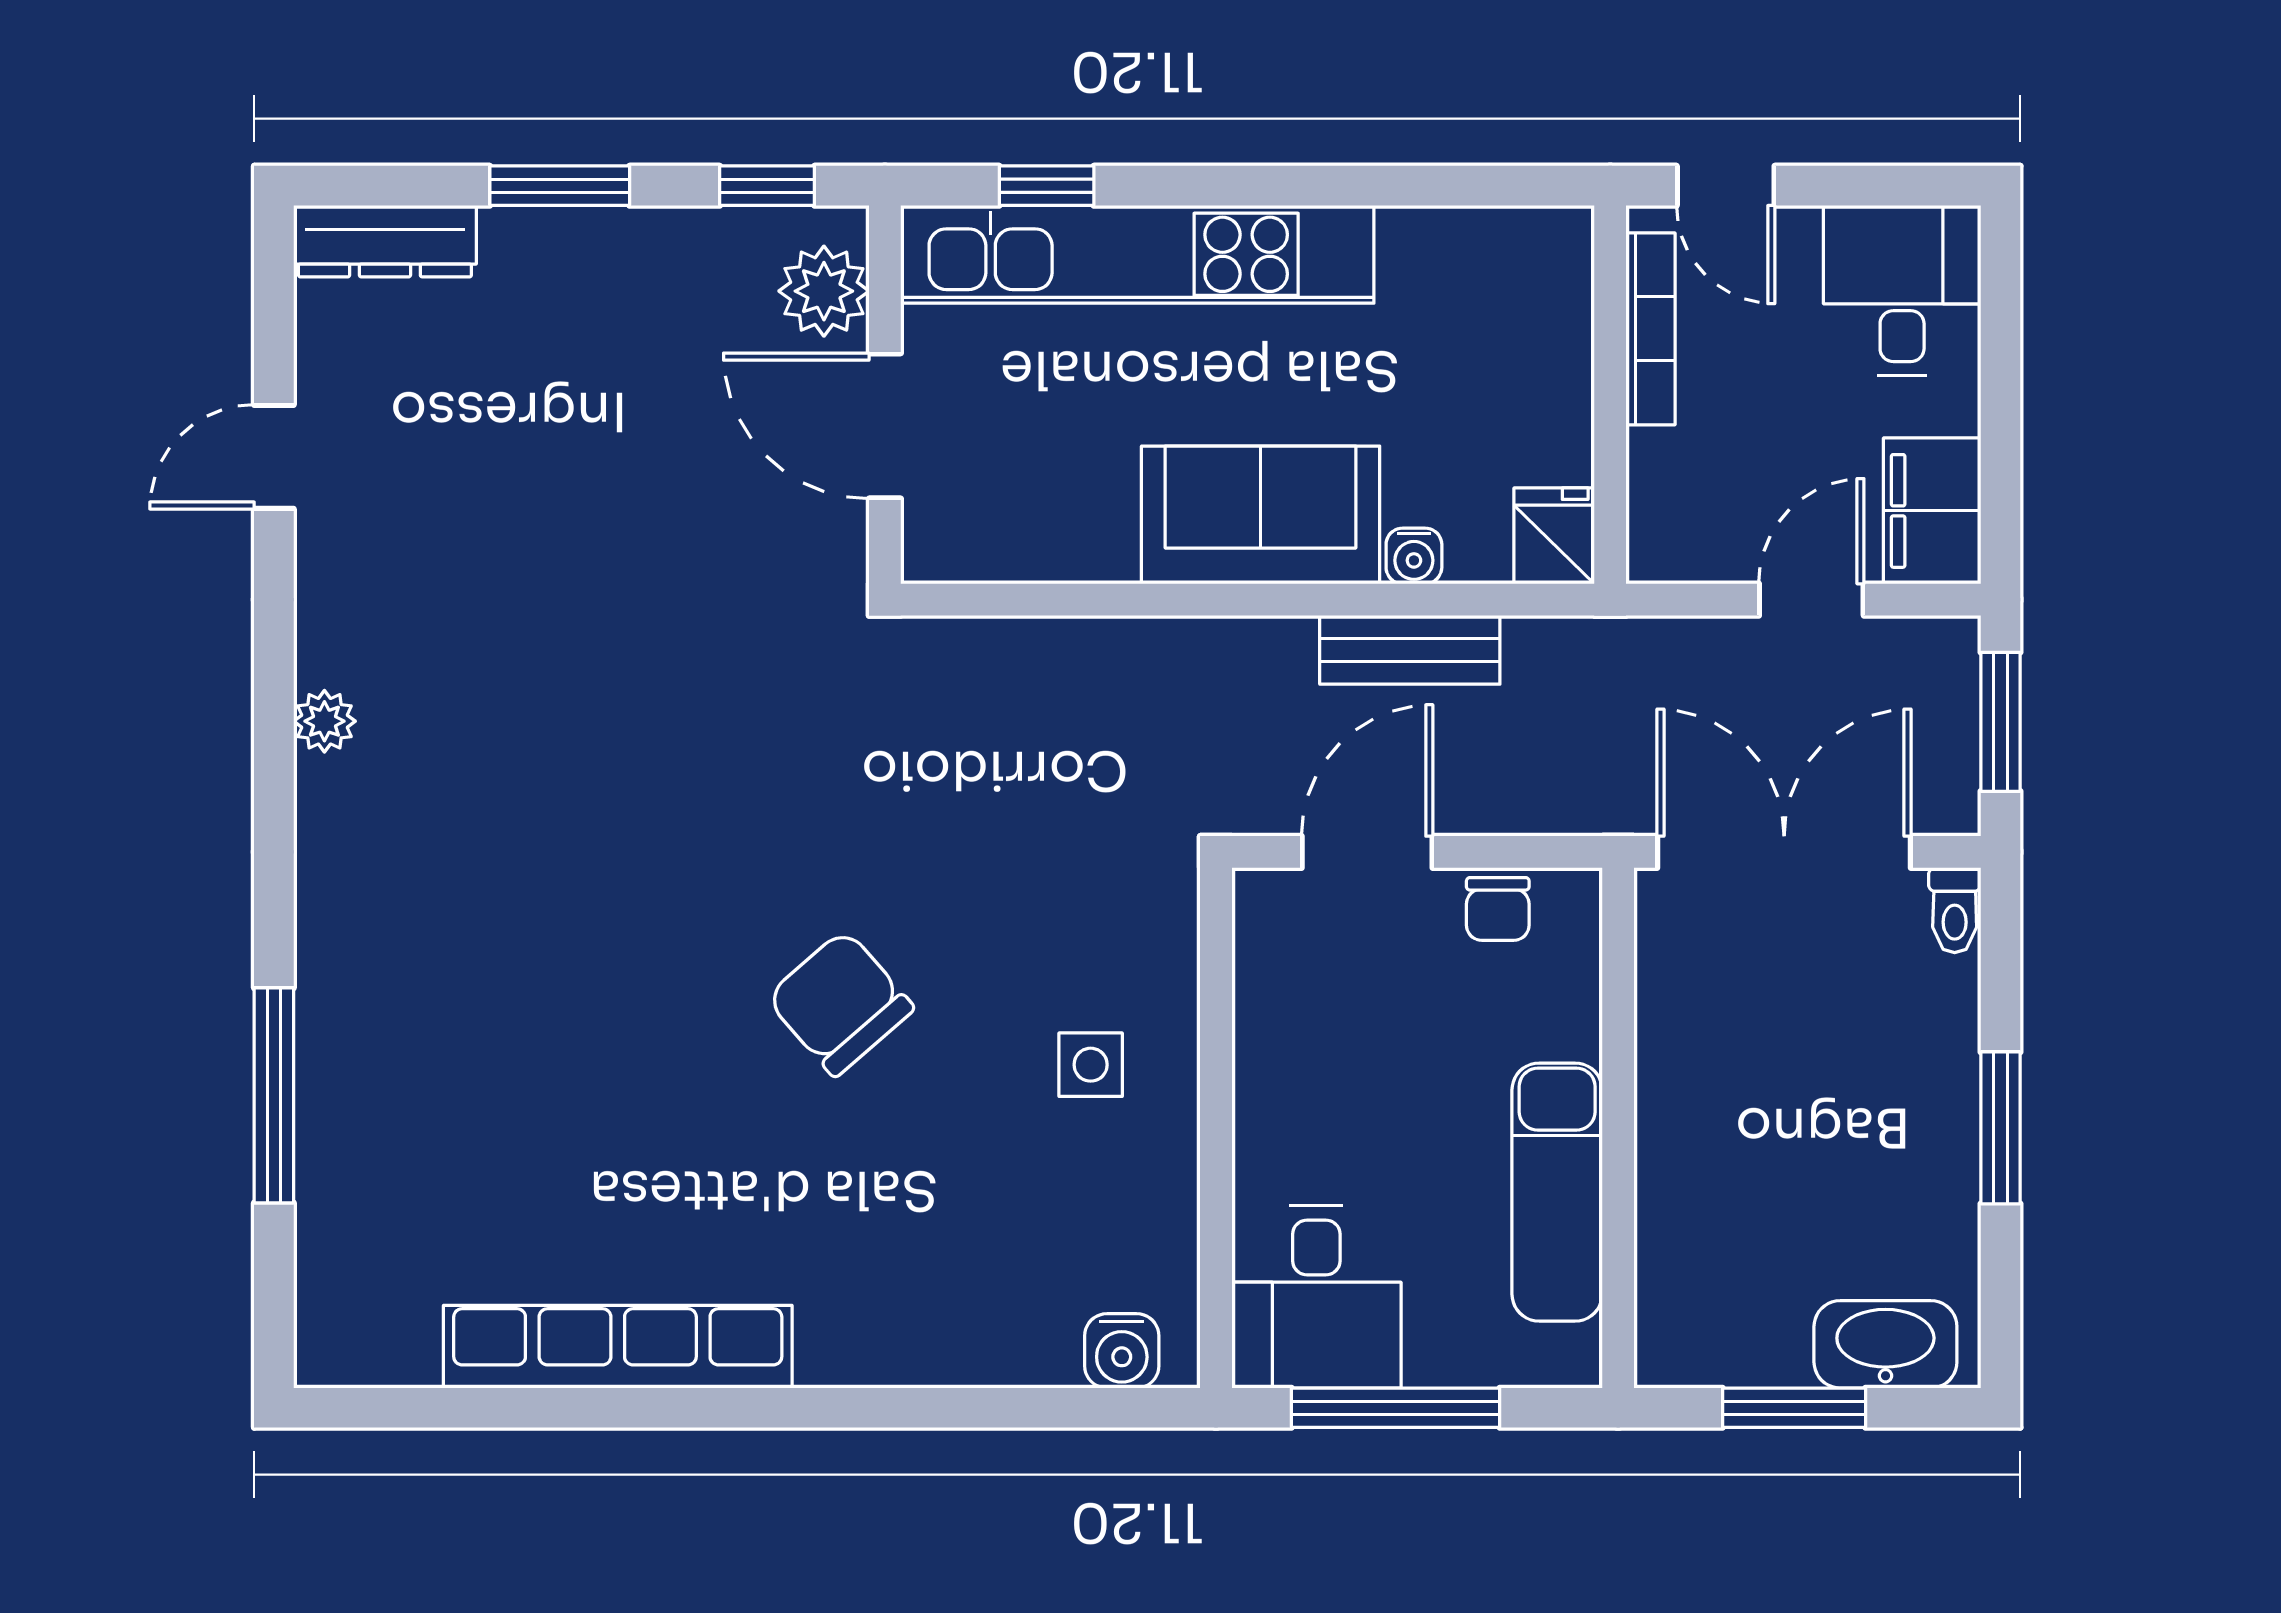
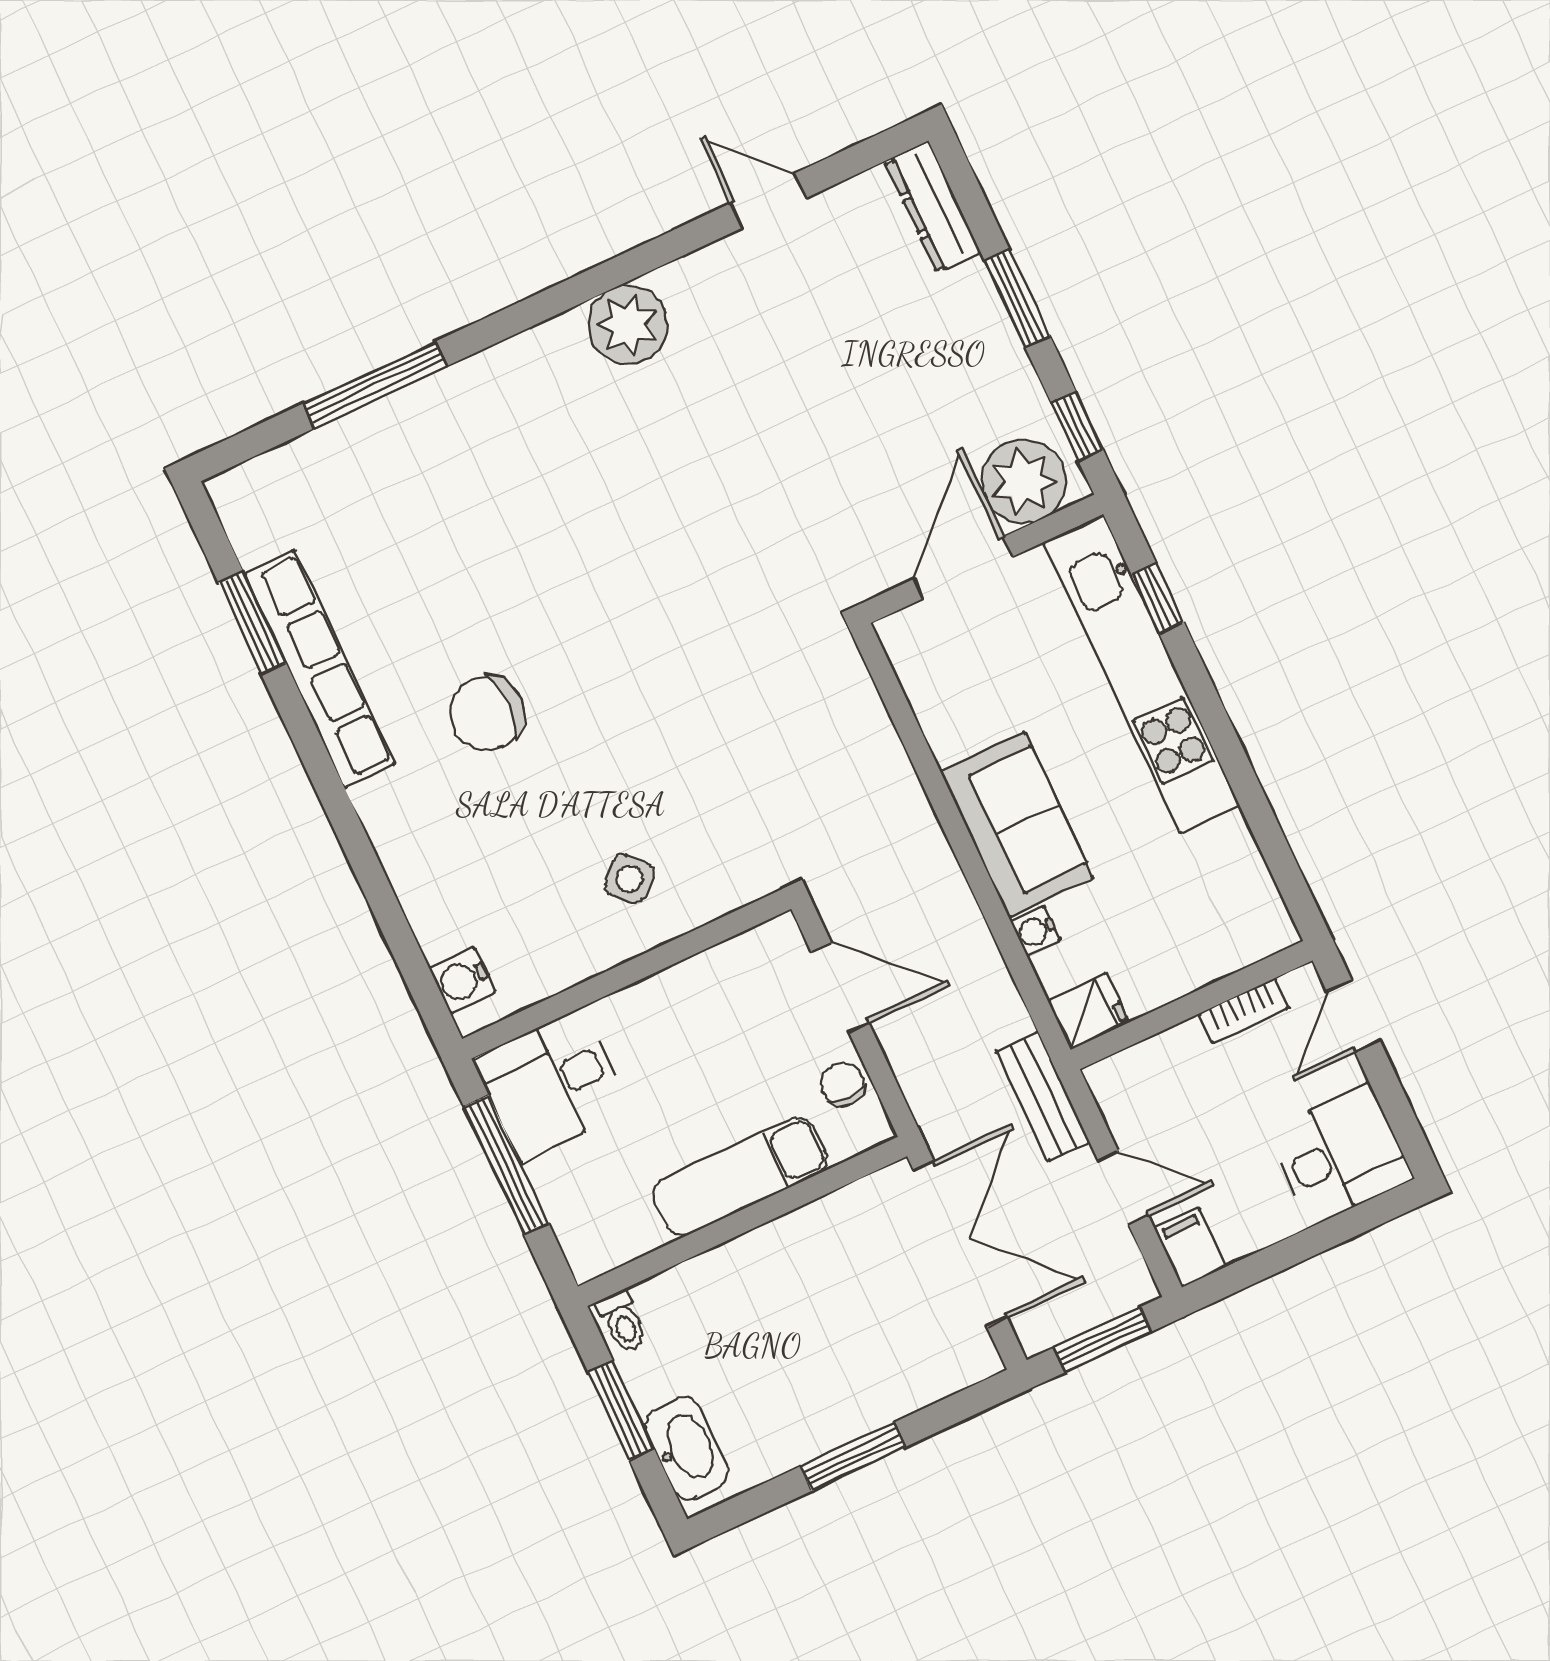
plant: (824, 291) -> (1024, 481), width x1.36, depth x1.36
bookcase: (1651, 329) -> (1244, 1011), width x0.64
filing cabinet: (1932, 511) -> (1190, 1247), width x0.50
bench: (1410, 650) -> (1043, 1097), moved
plant: (324, 721) -> (628, 325), width x1.88, depth x1.88
chair: (1498, 909) -> (843, 1084), turned 90
toilet: (1955, 910) -> (622, 1321), moved, turned -90
chair: (840, 1003) -> (487, 714), moved, turned -139
side table: (1091, 1065) -> (629, 879), turned 45
exam couch: (1557, 1192) -> (740, 1177), moved
window: (514, 1408) -> (252, 623), added

